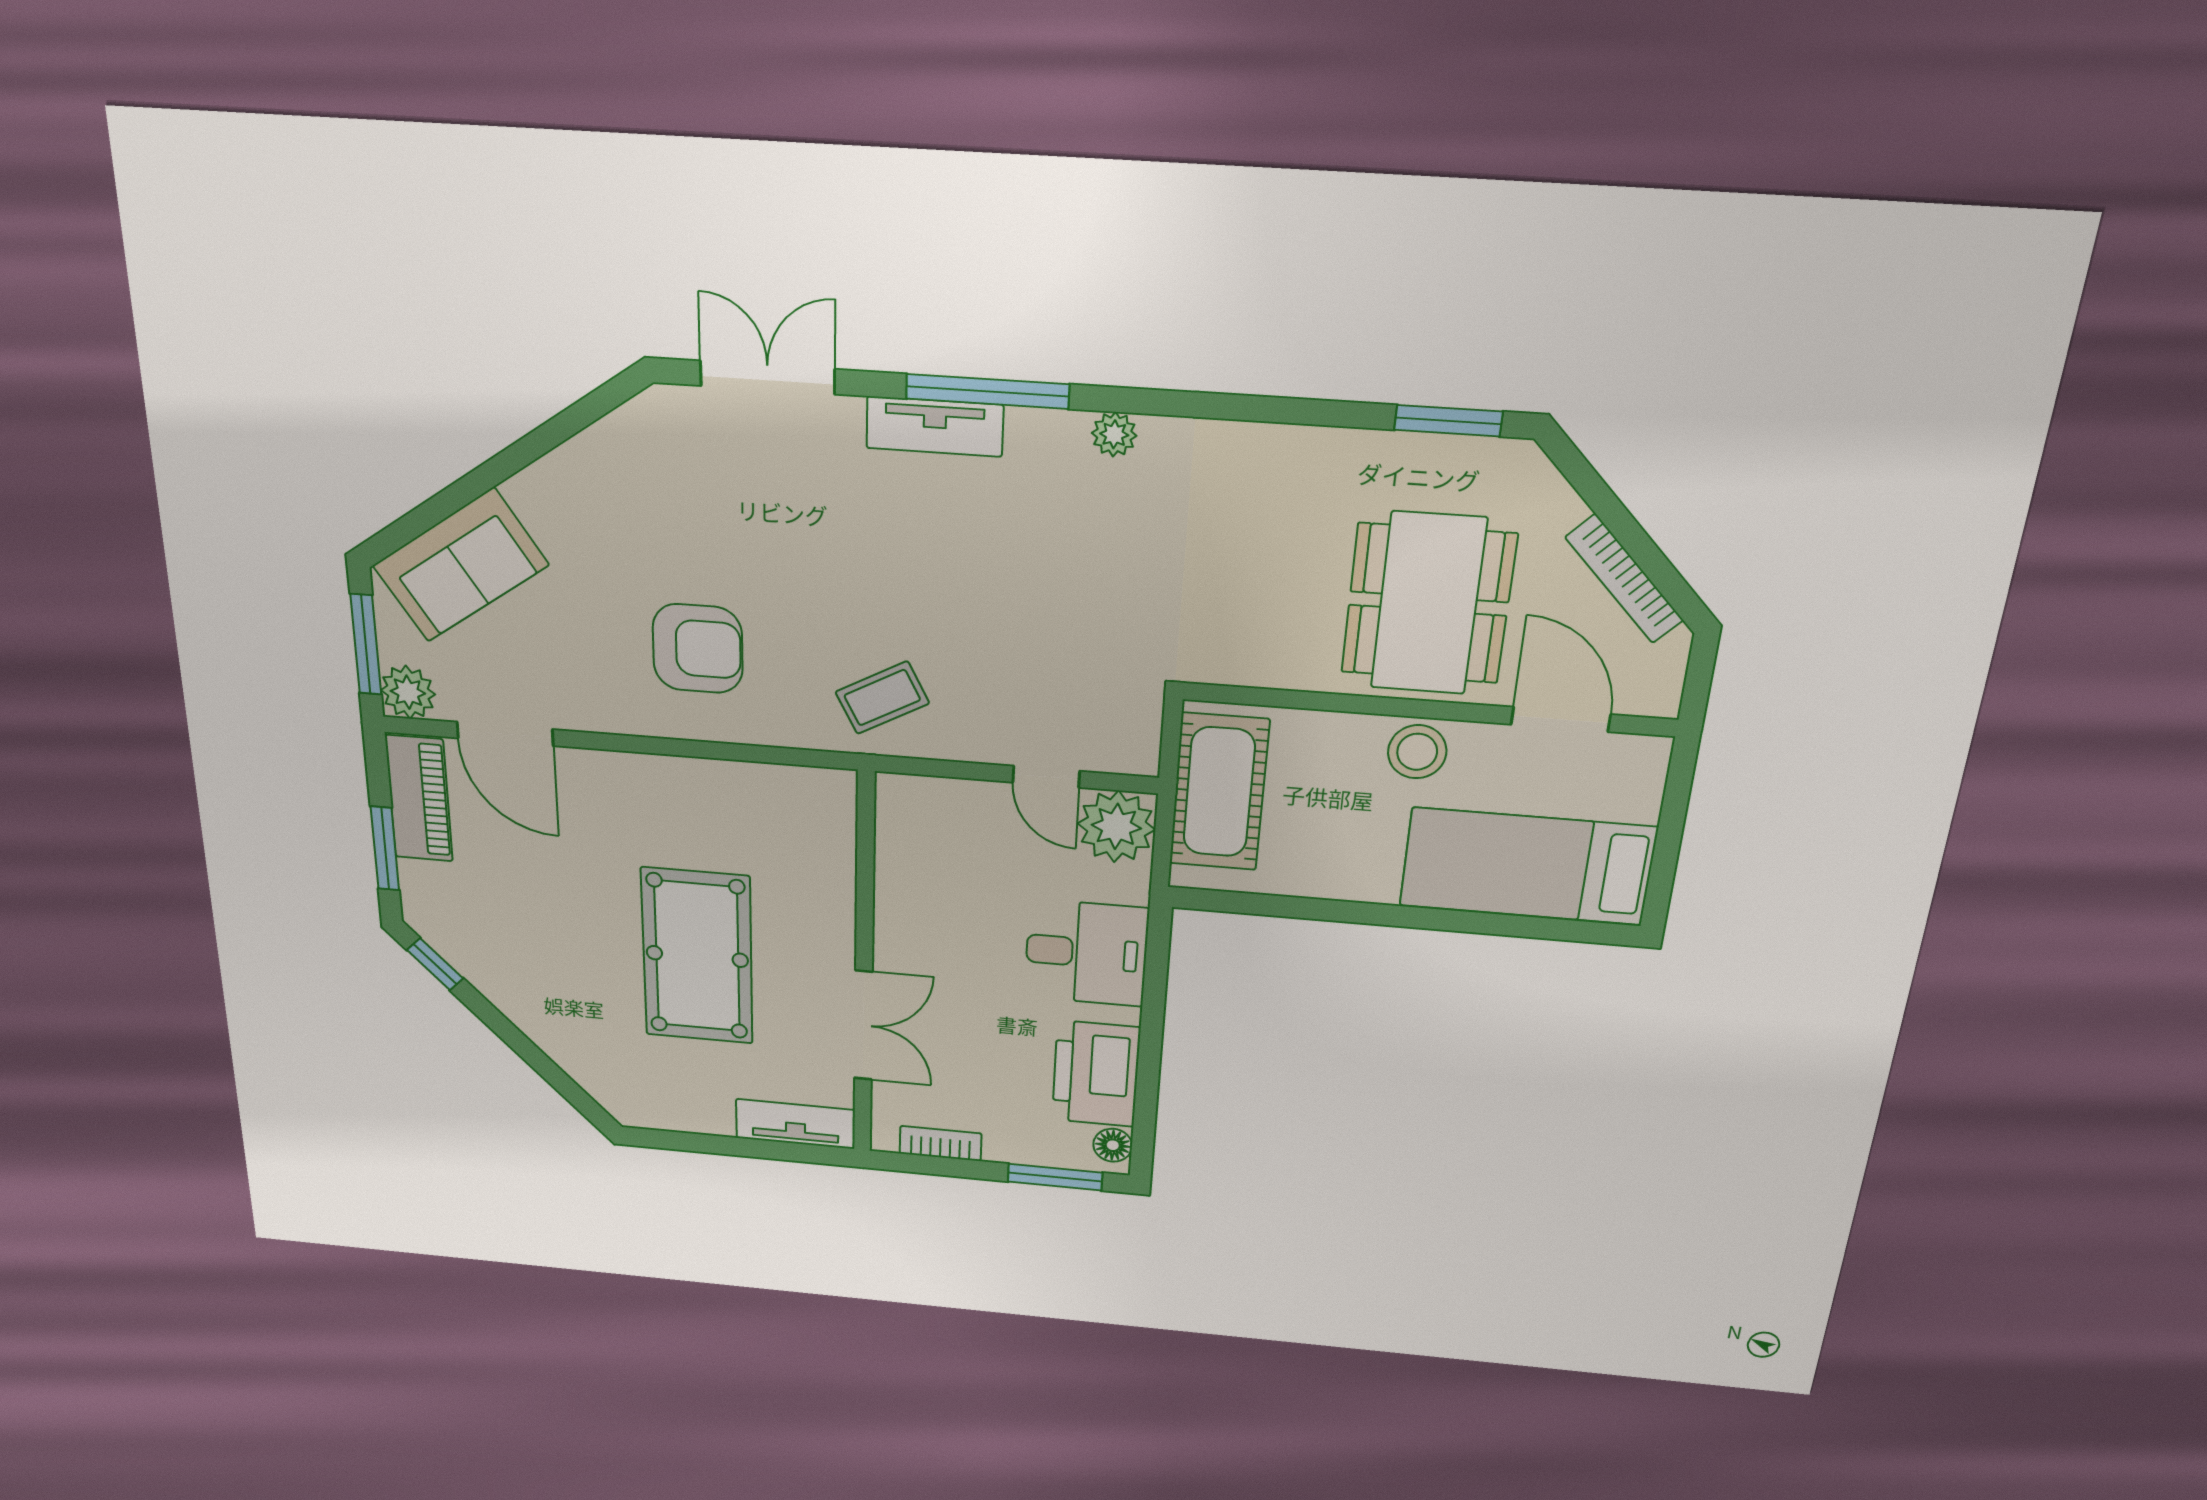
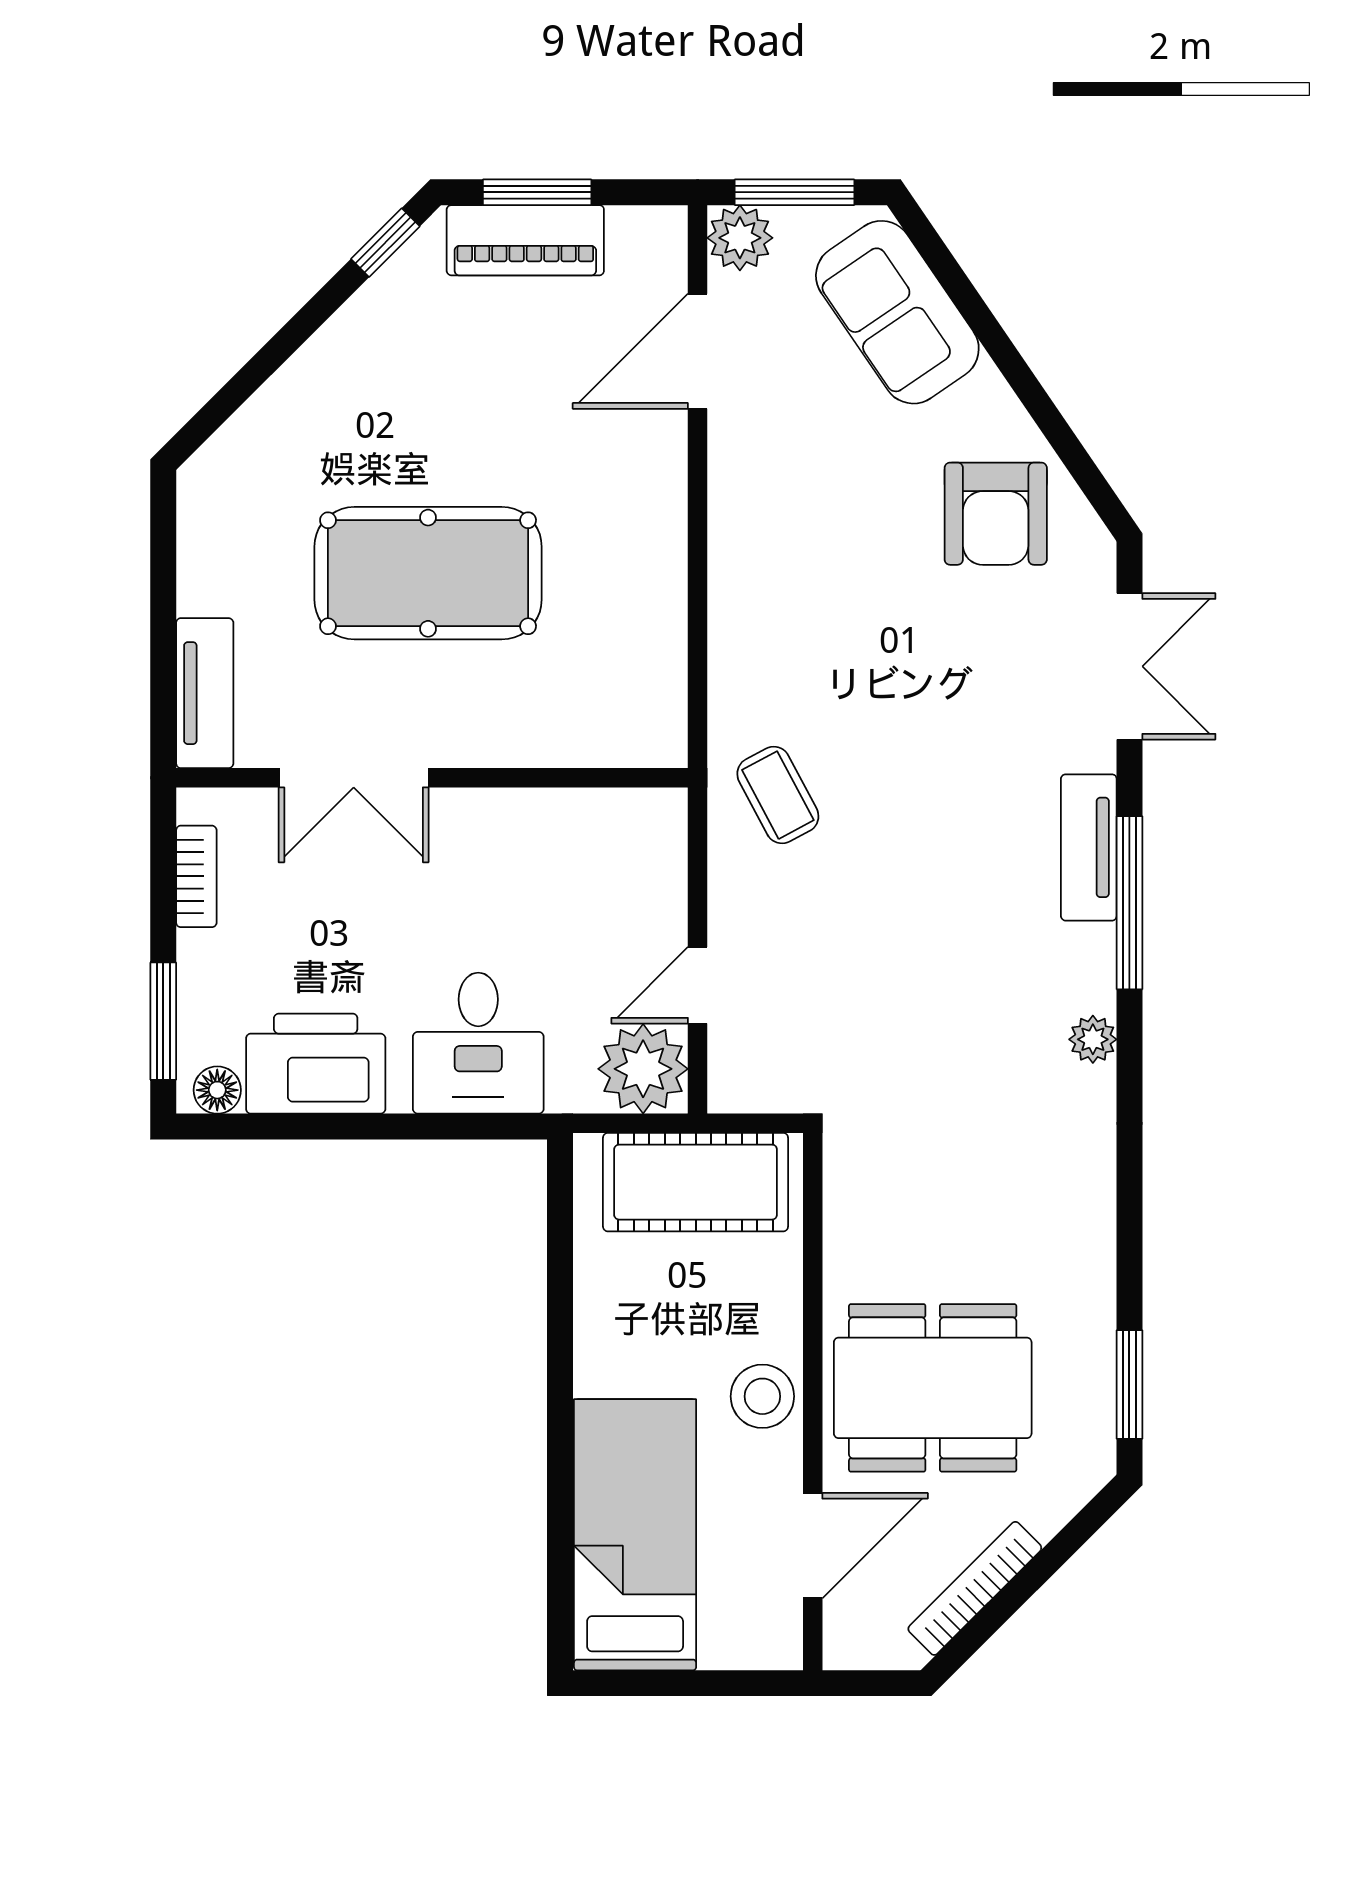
armchair: (698, 649) -> (996, 514), moved
piano: (419, 799) -> (525, 240), moved

